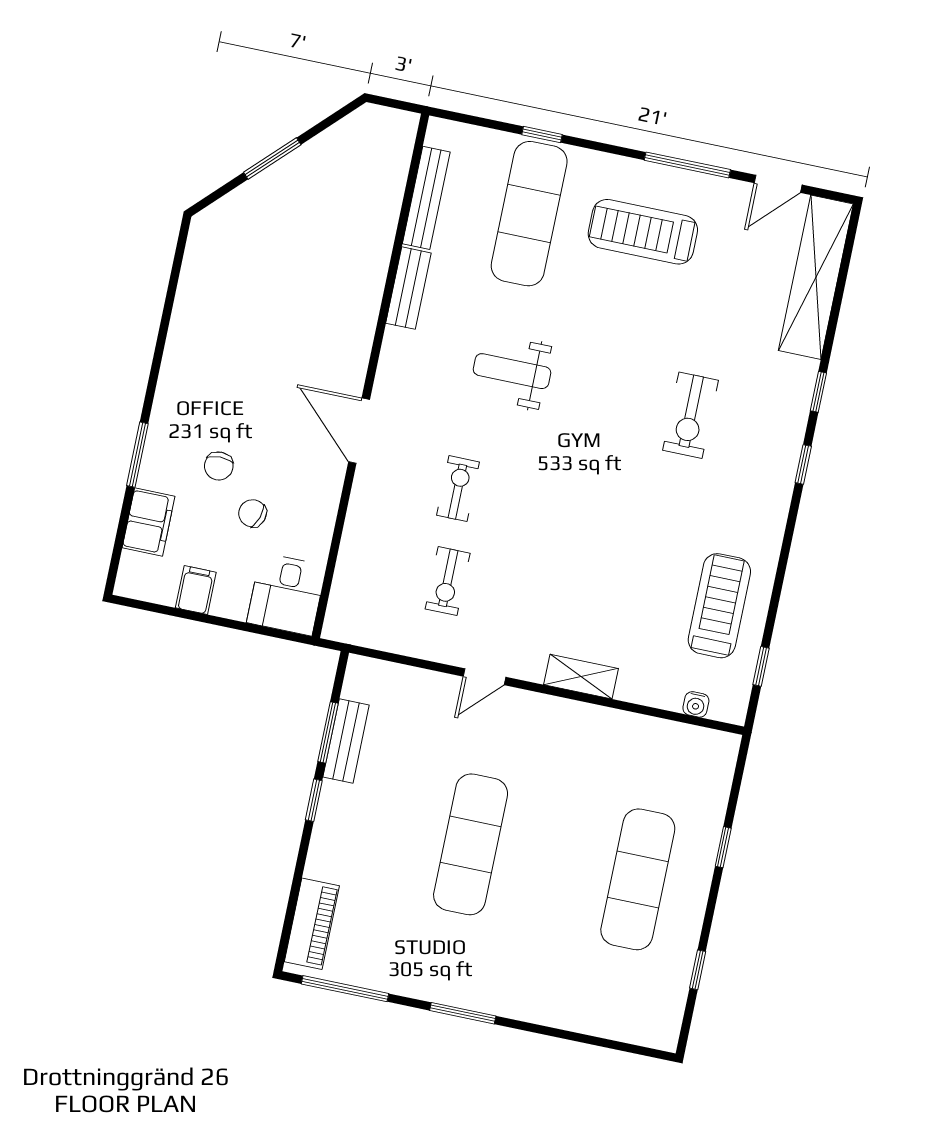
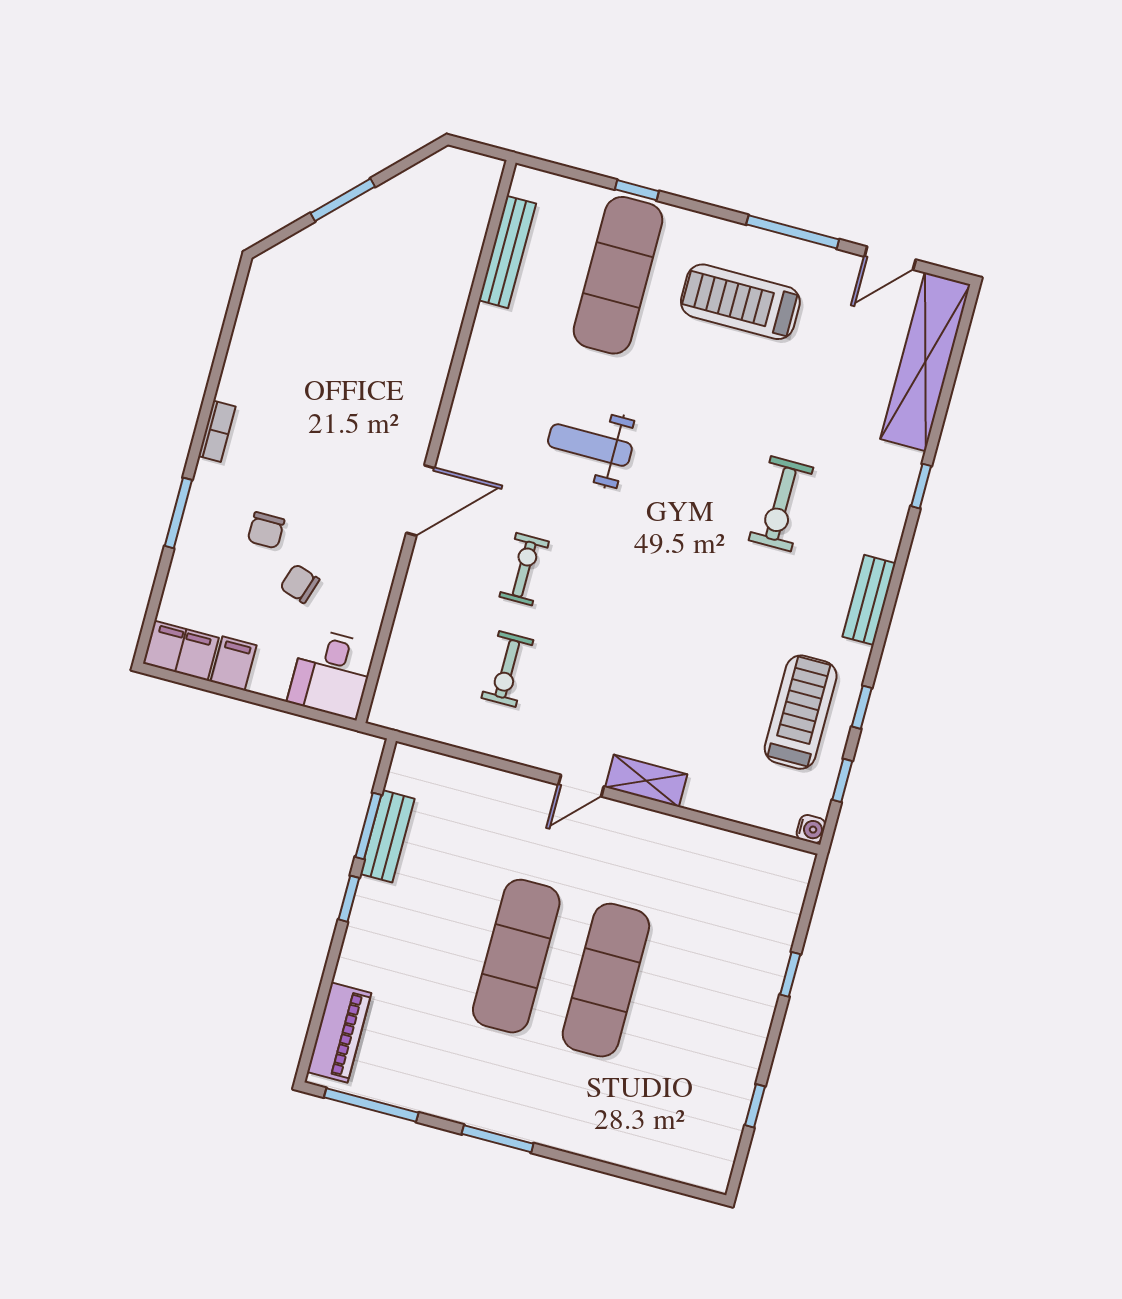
bench: (408, 288) -> (869, 600), moved
bookcase: (169, 378) -> (217, 431), added
door: (359, 431) -> (420, 500), swing flipped
window: (803, 464) -> (862, 707), moved
filing cabinet: (149, 522) -> (181, 651), moved, turned -90
door: (484, 677) -> (581, 786), moved
water cooler: (696, 704) -> (811, 829), moved, turned -90
exercise mat: (638, 879) -> (606, 980), moved

